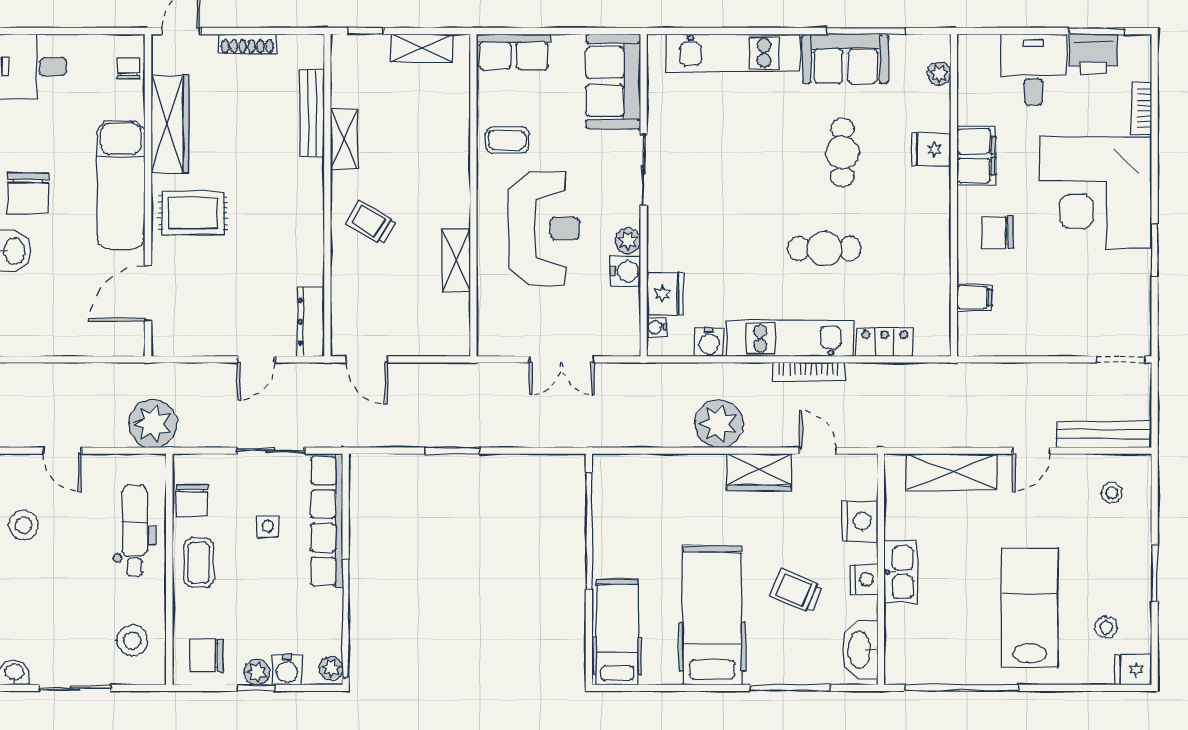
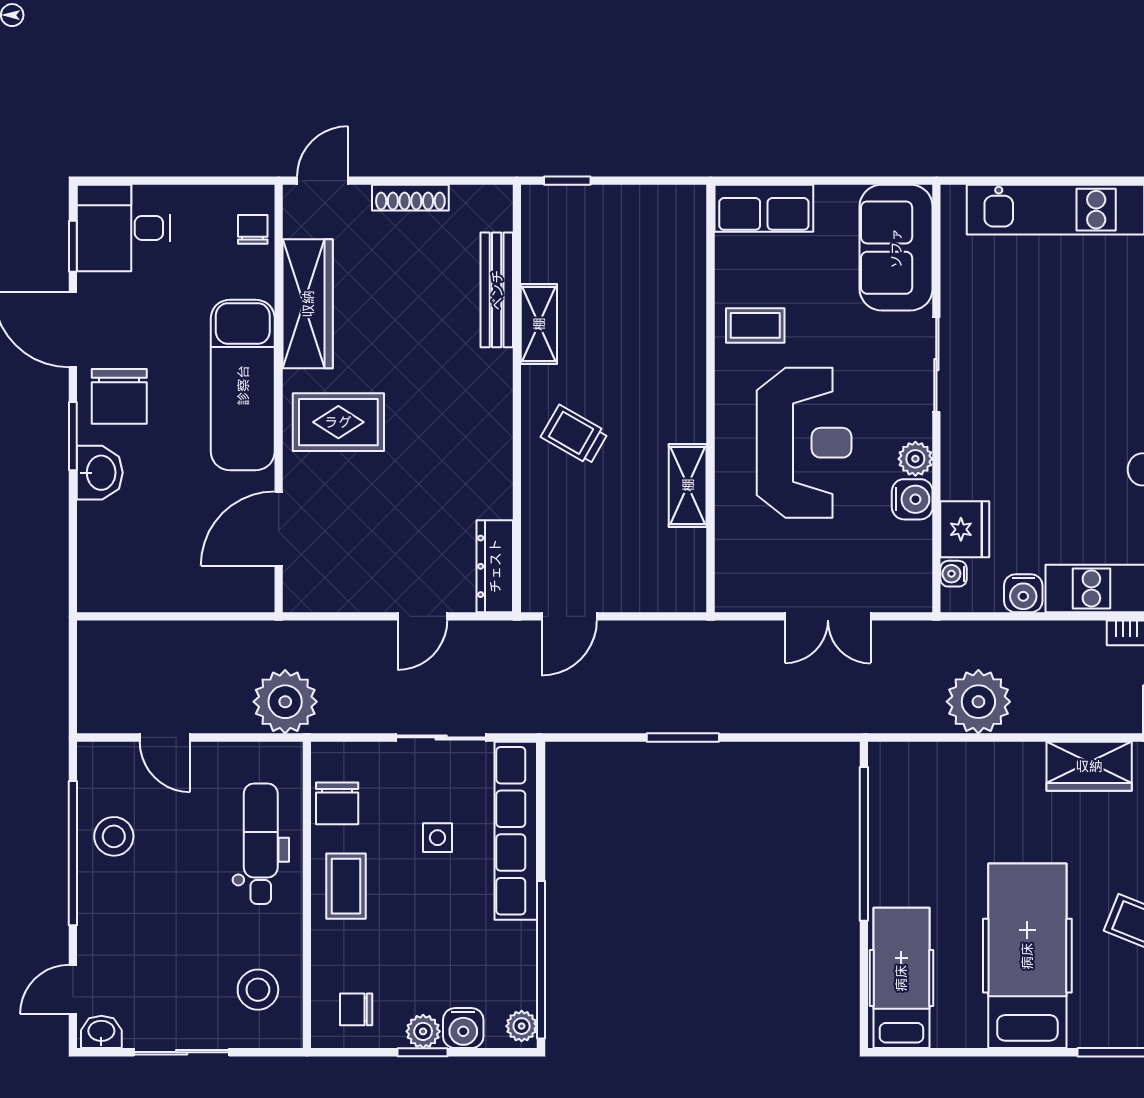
shelving: (422, 48) -> (643, 203), removed
door: (367, 359) -> (569, 616), hinge flipped
plant: (719, 424) -> (978, 702), moved
chair: (206, 656) -> (356, 1009), width x0.73, depth x0.73

